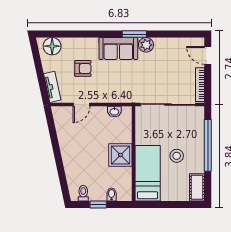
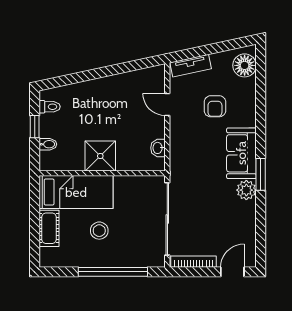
cot: (197, 187) -> (49, 228), moved, turned 90

